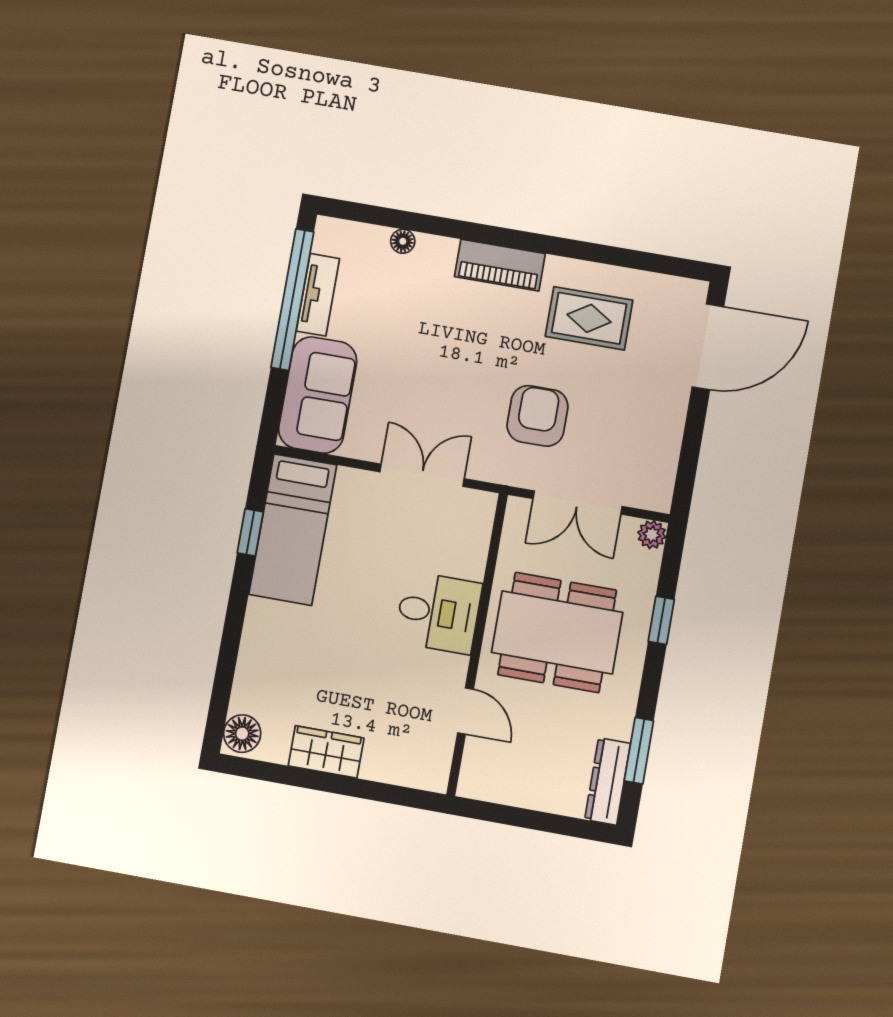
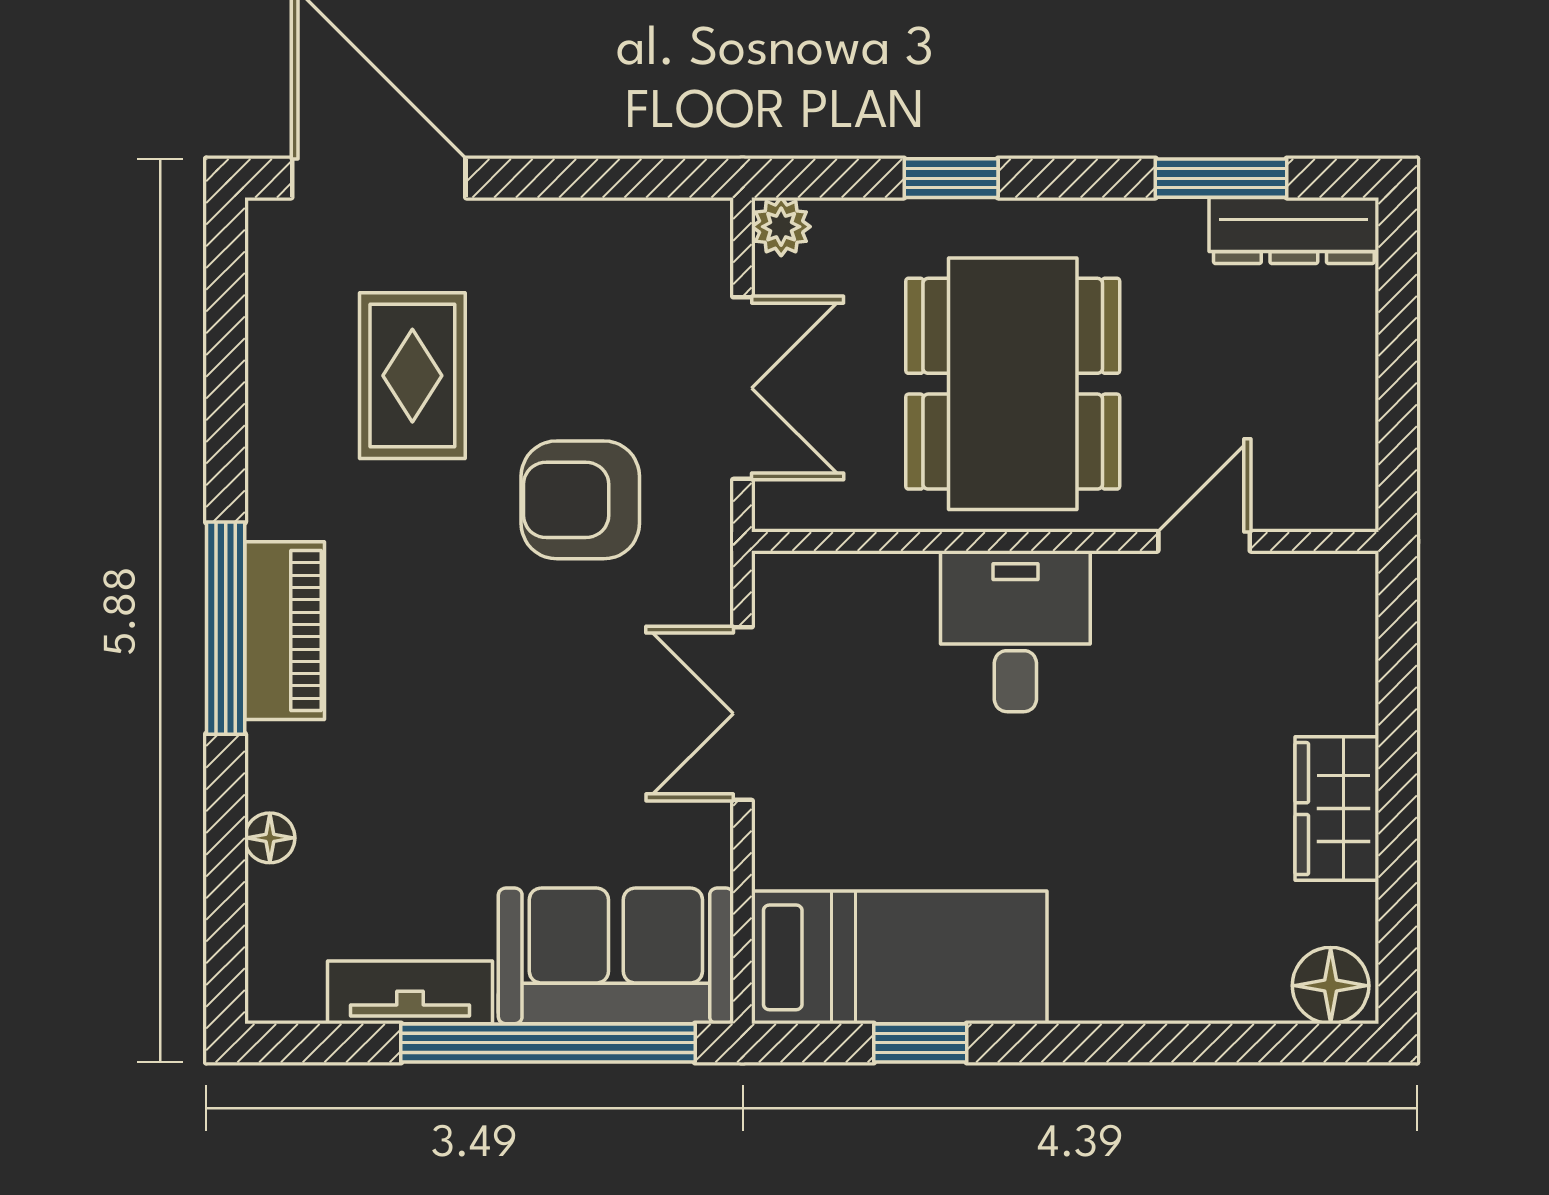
window: (506, 237) -> (226, 628), added
window: (292, 300) -> (548, 1043), moved
rug: (589, 318) -> (412, 376), moved

